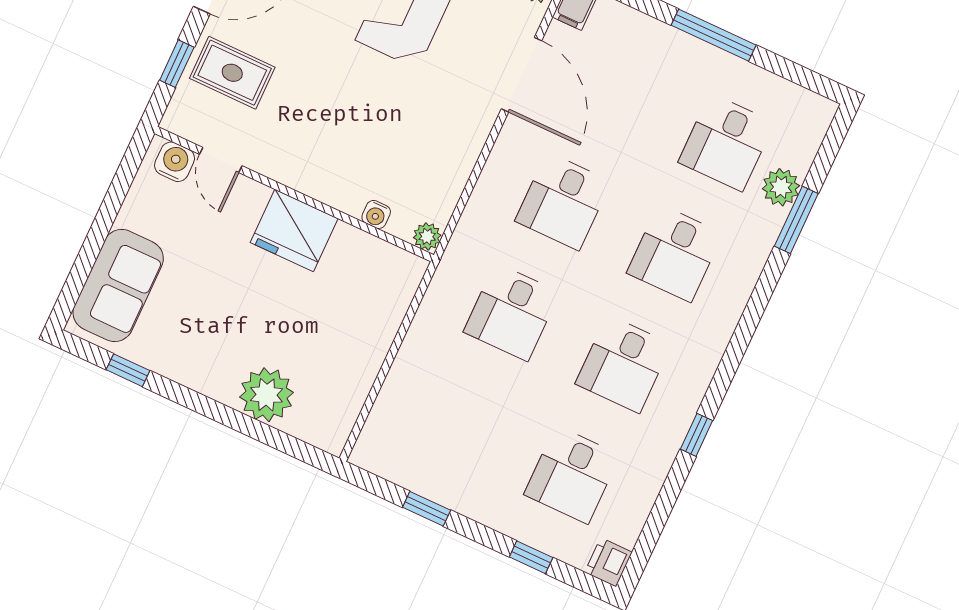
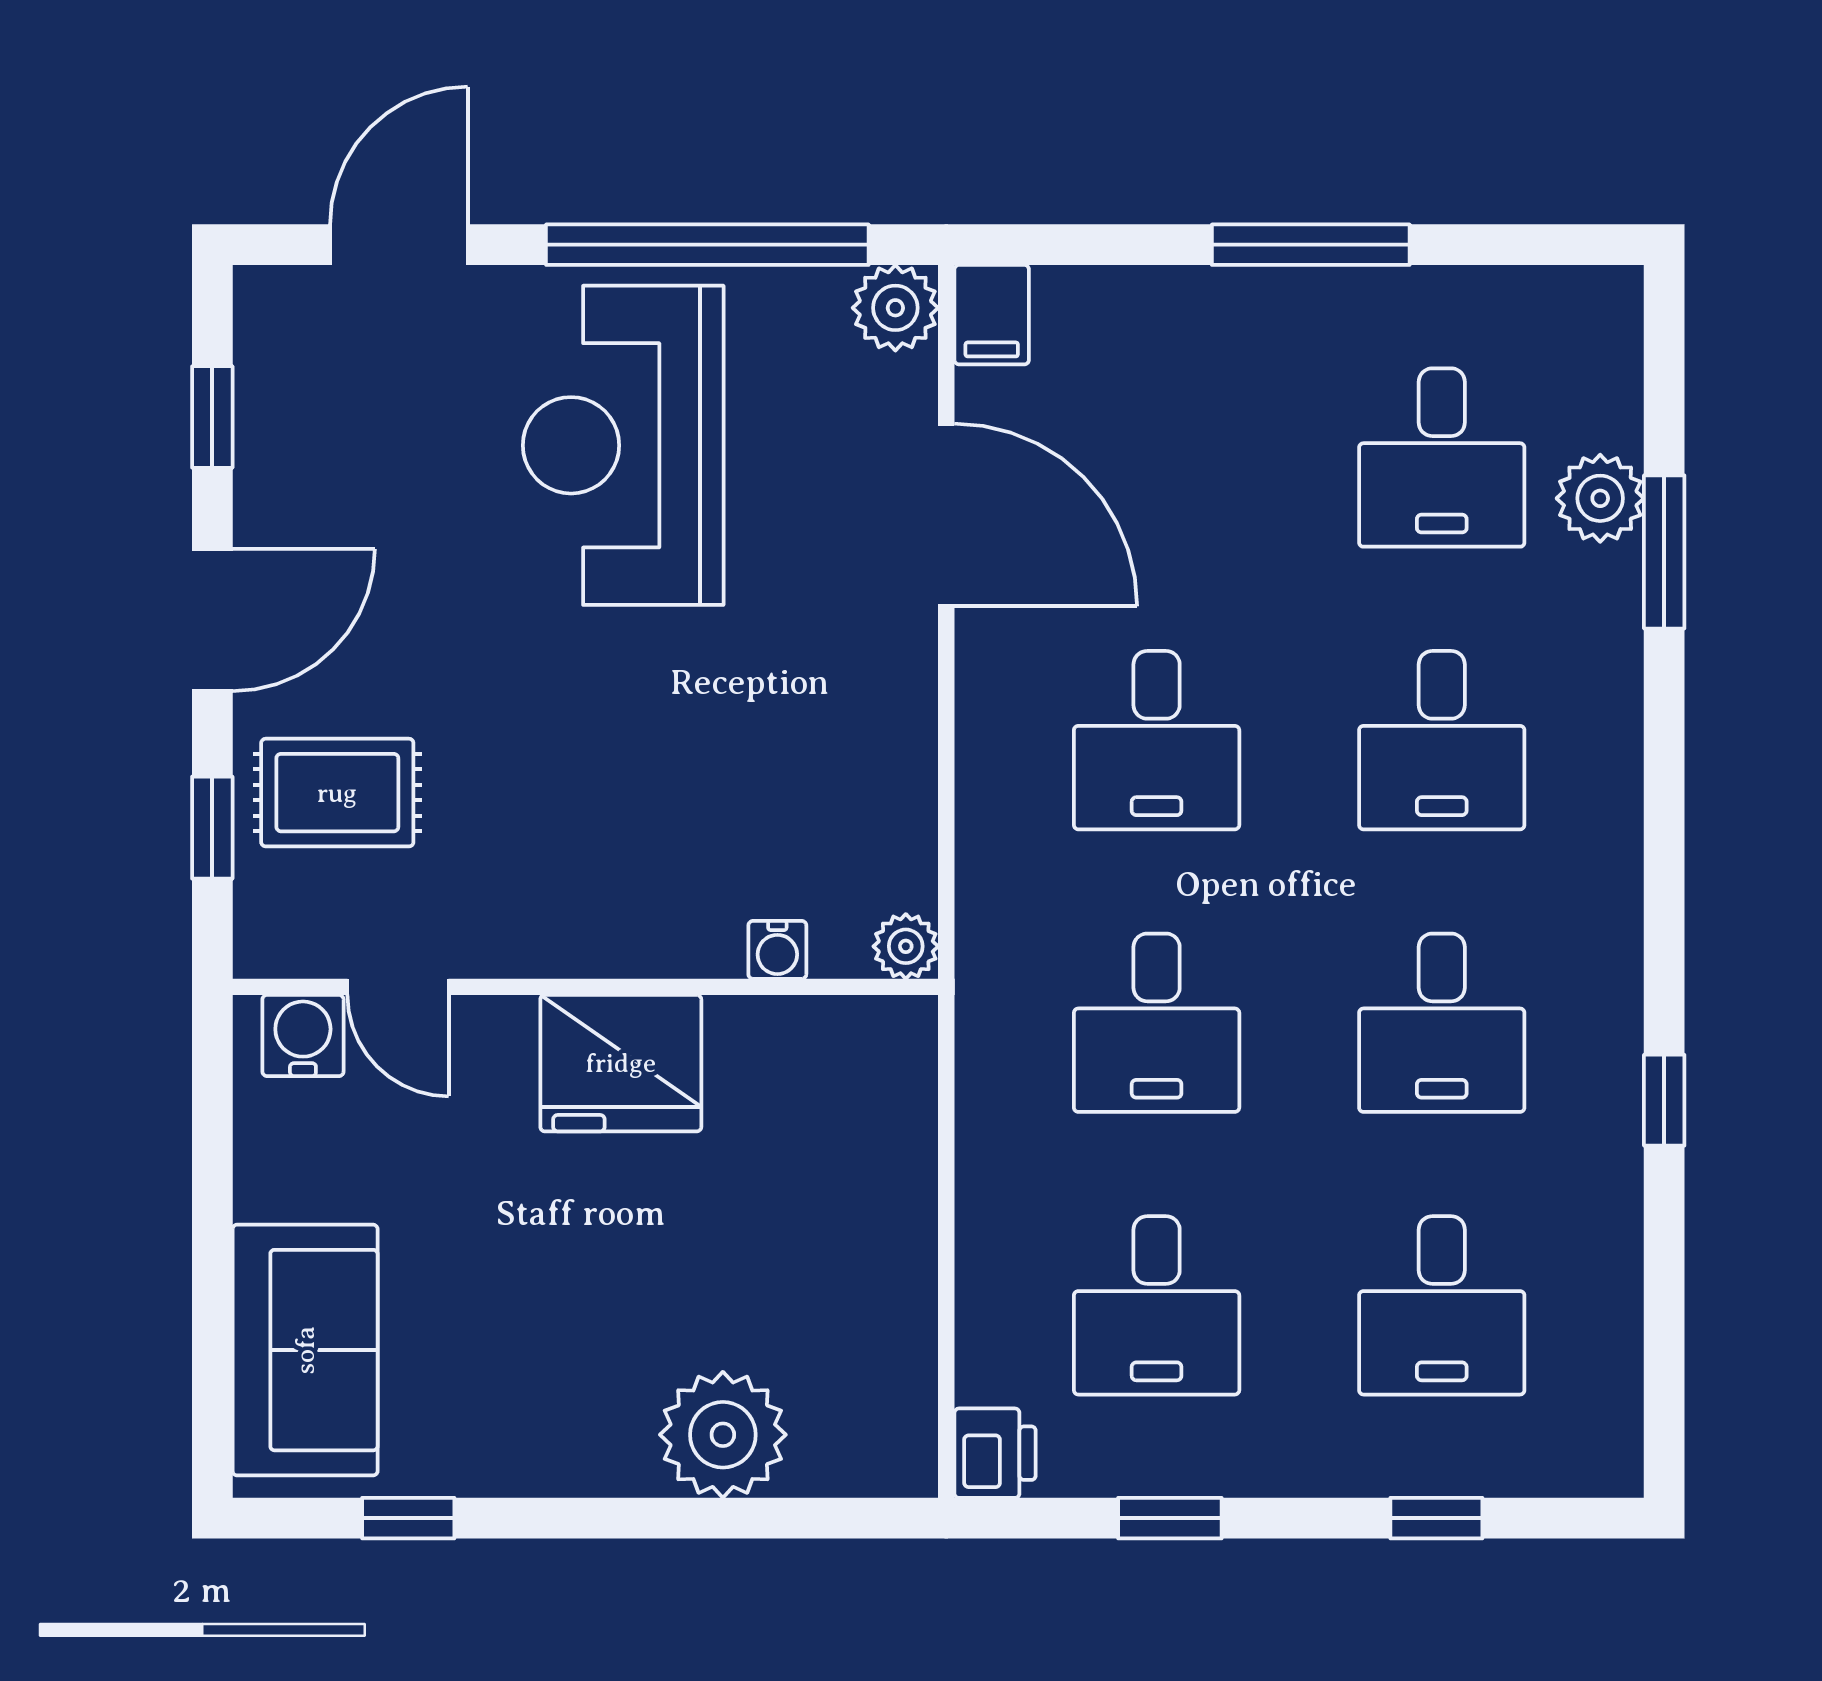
desk: (460, 423) -> (1157, 1305), added
printer: (608, 562) -> (995, 1453), moved, turned 180

